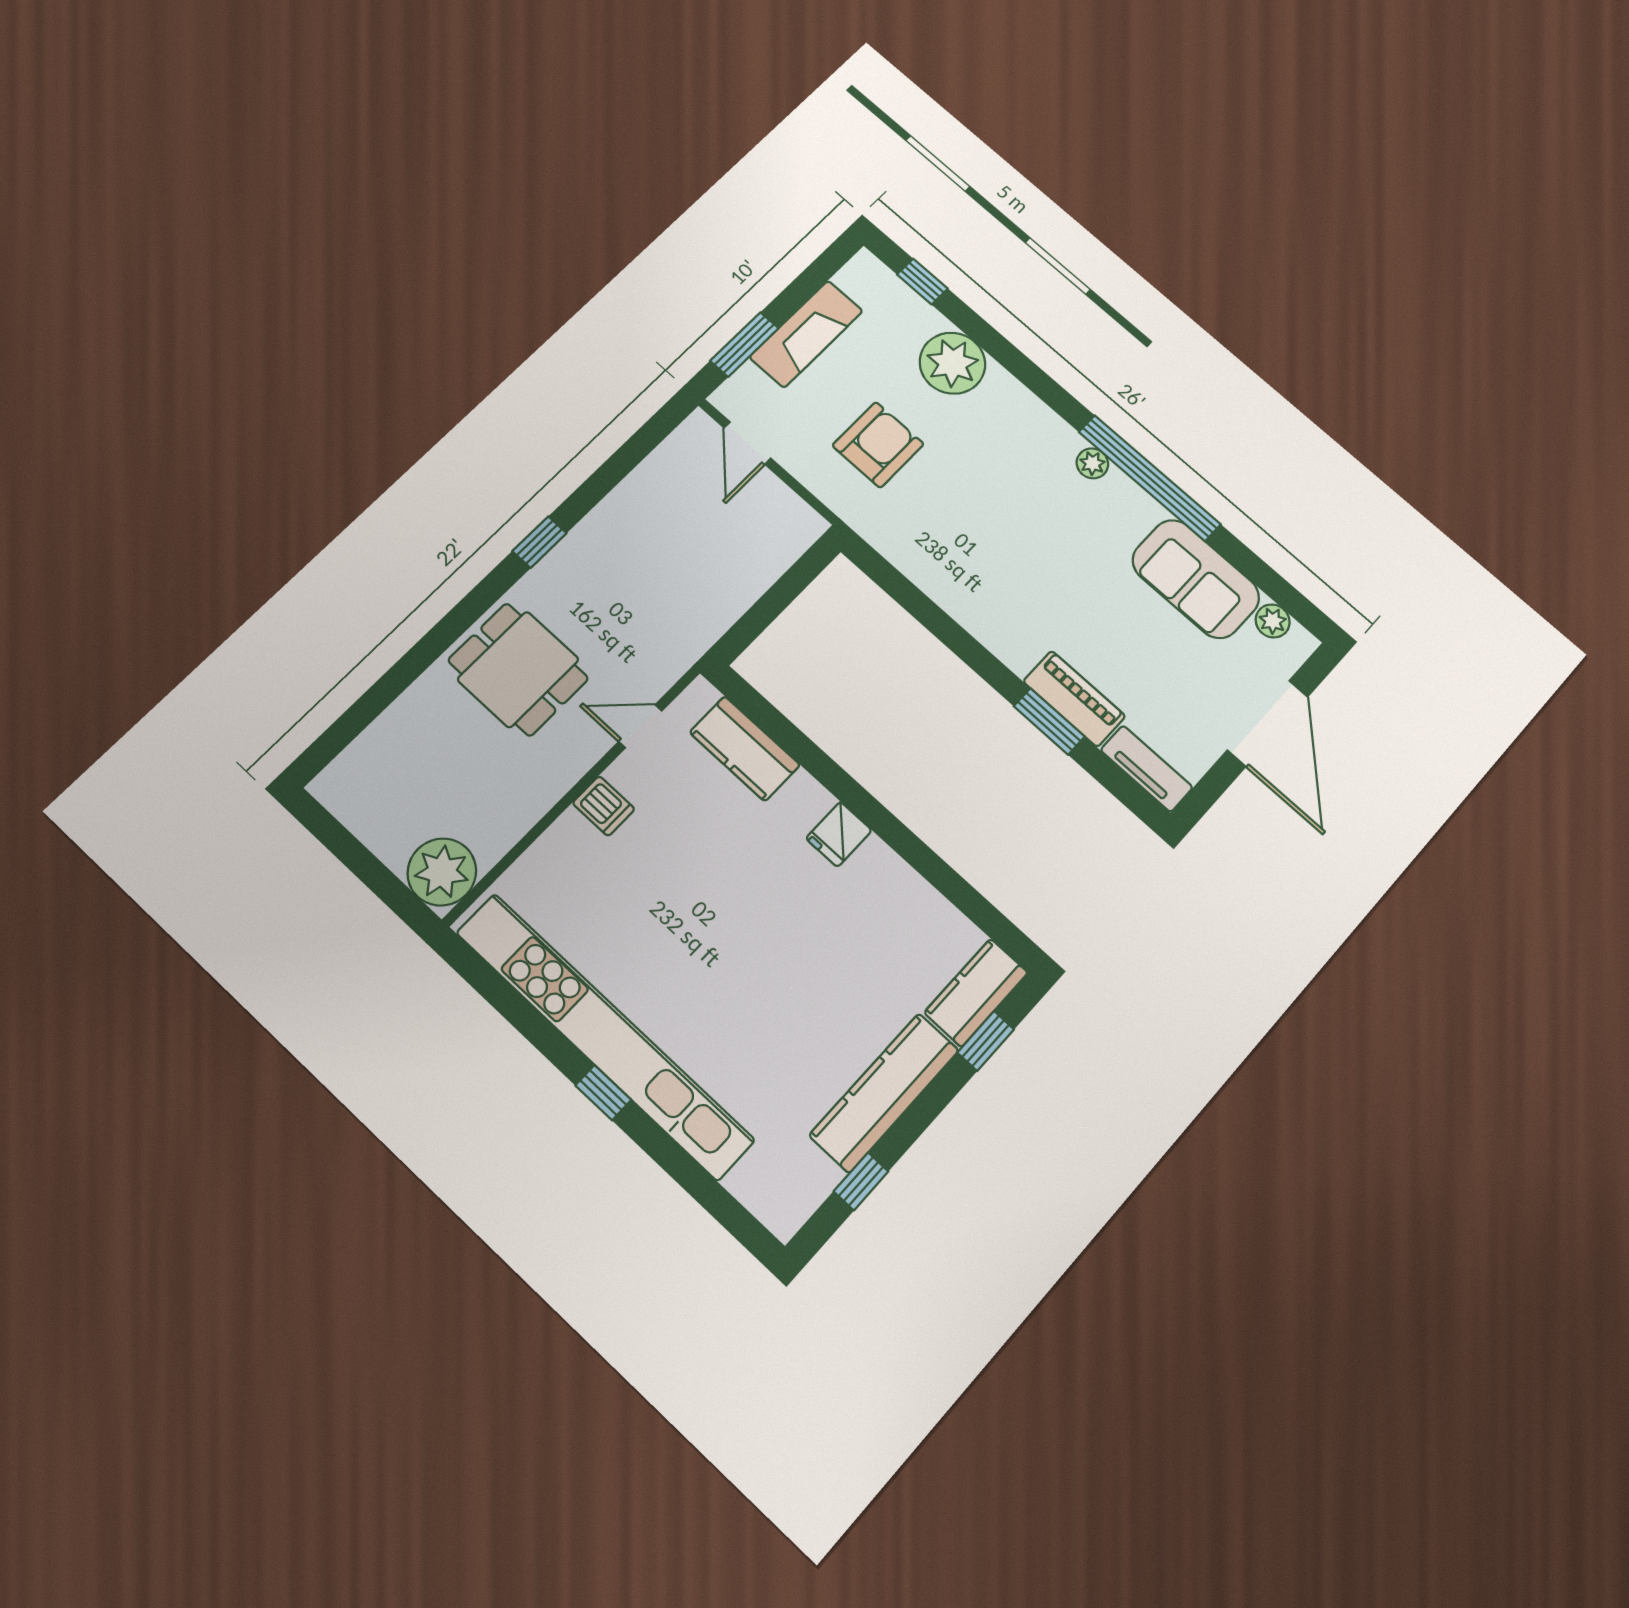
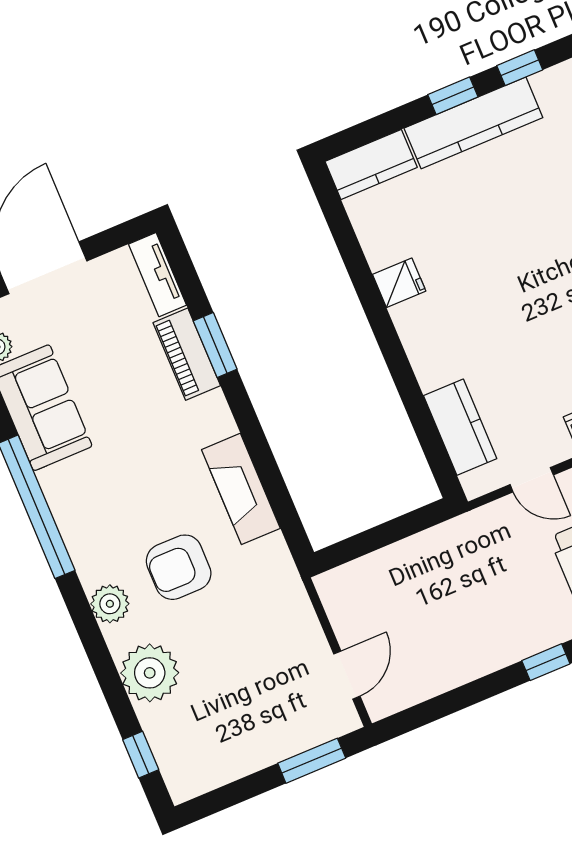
fireplace: (806, 334) -> (241, 489), moved, turned -90
armchair: (878, 445) -> (179, 567), moved
plant: (1092, 463) -> (110, 604), moved, width x1.38, depth x1.38
fridge: (839, 834) -> (399, 283), moved
window: (986, 1041) -> (453, 96), moved

